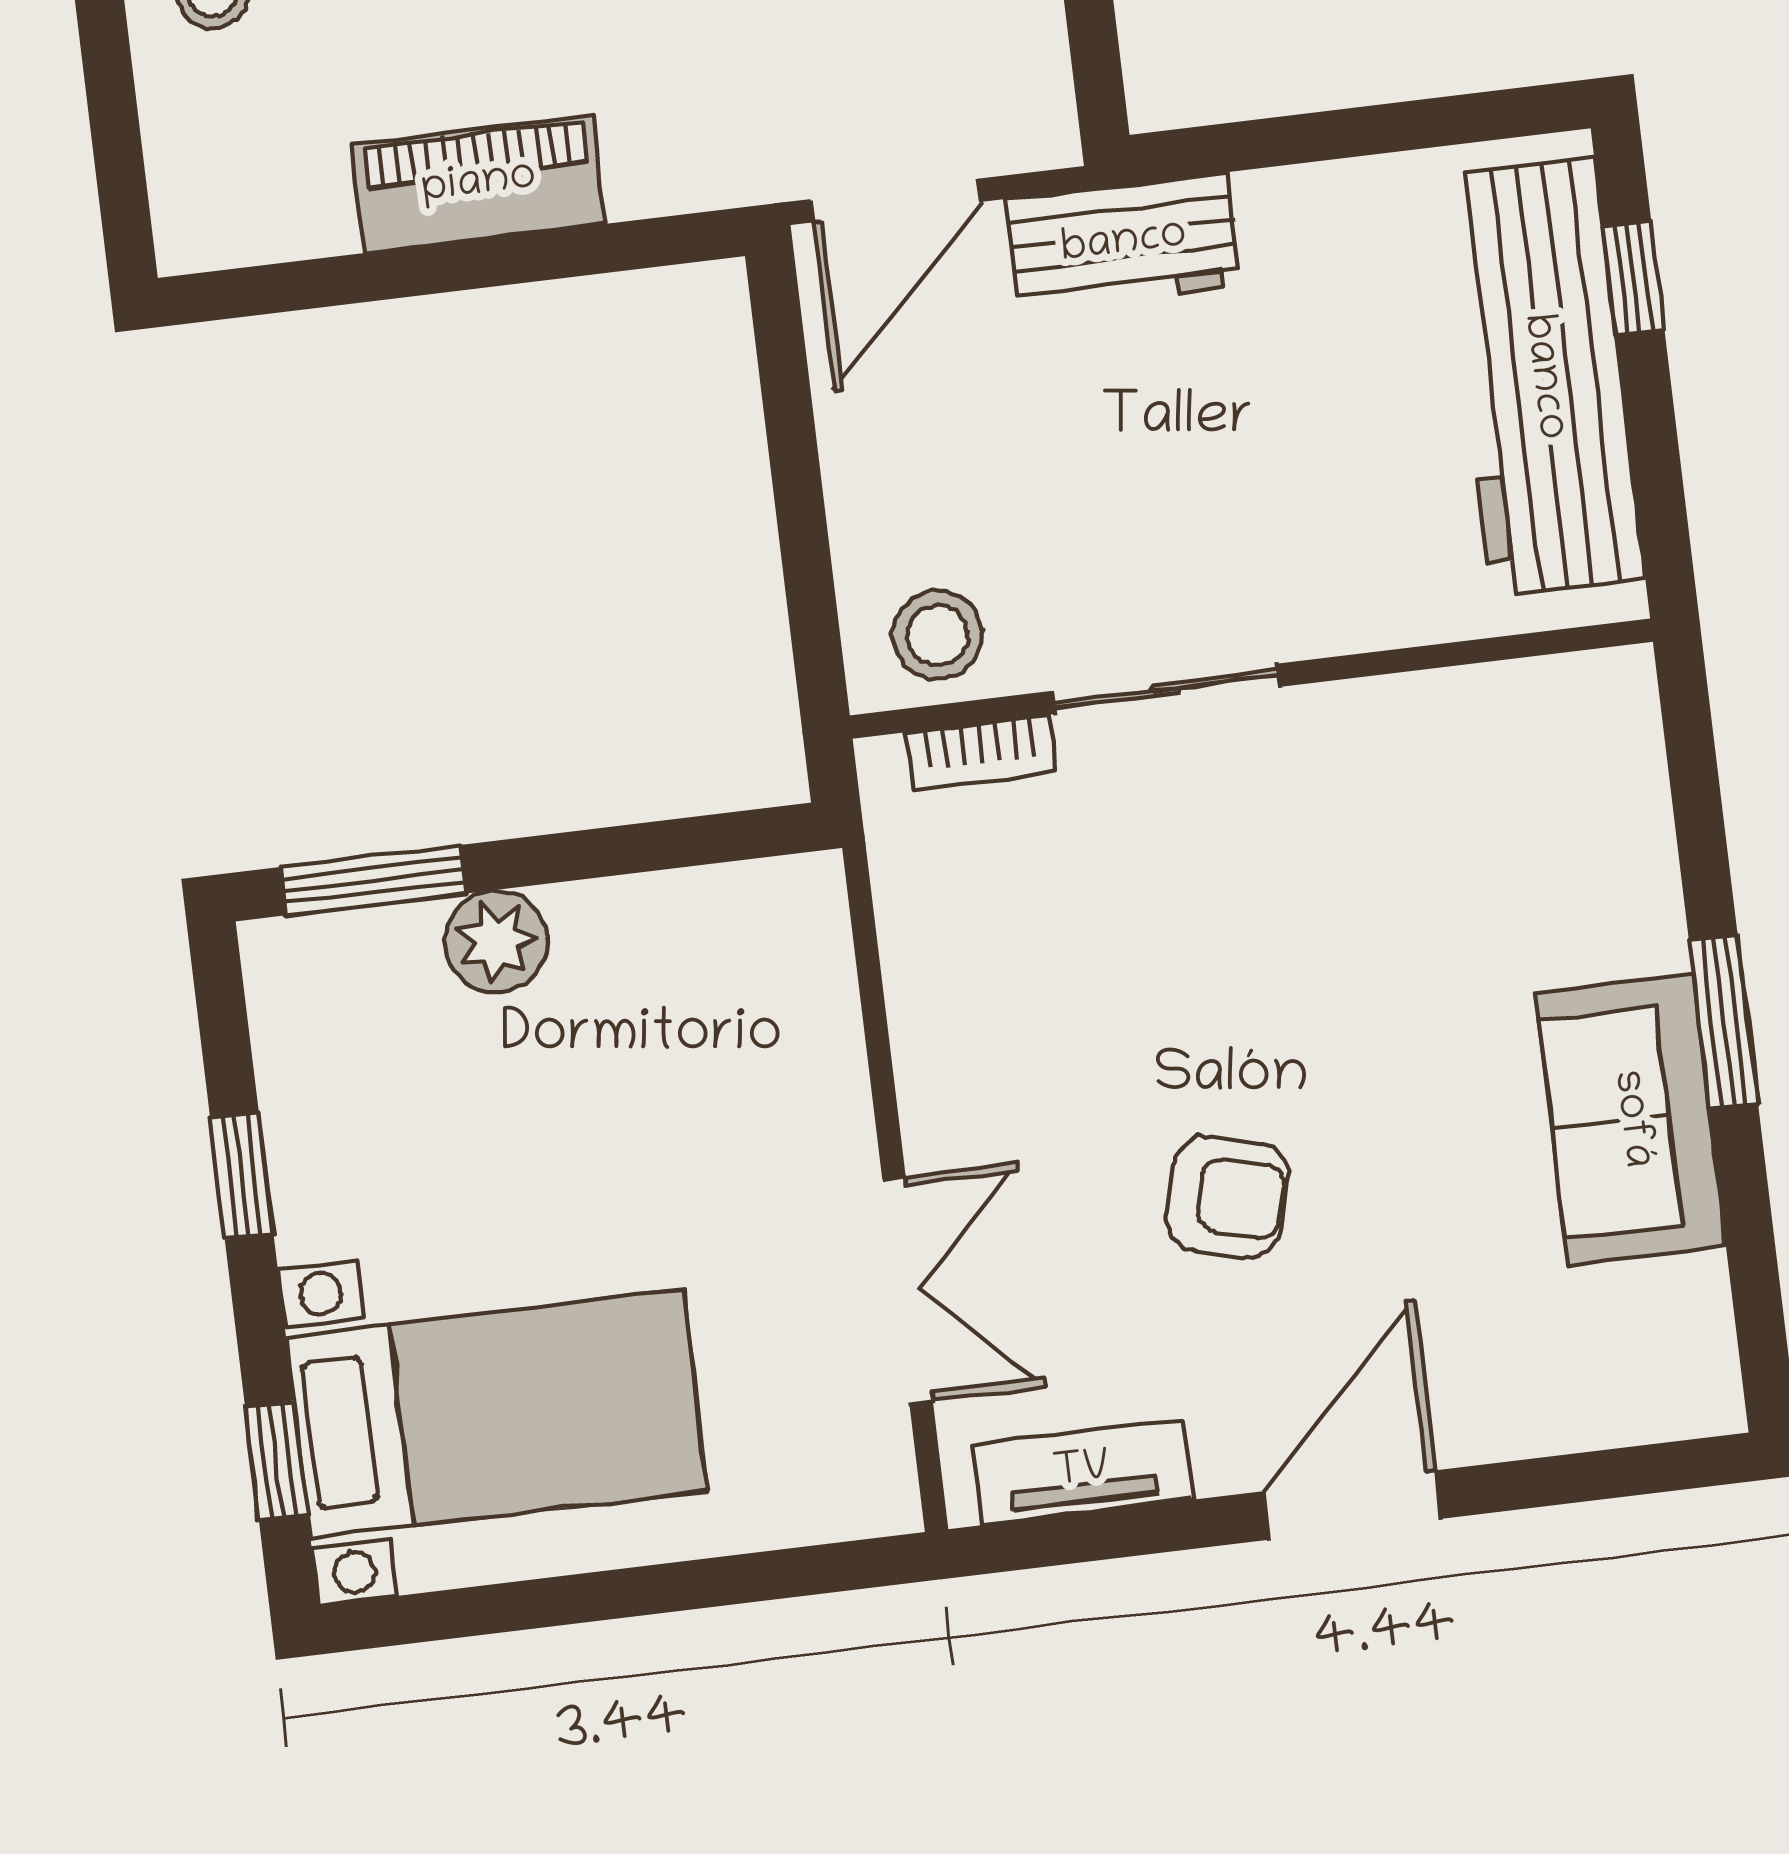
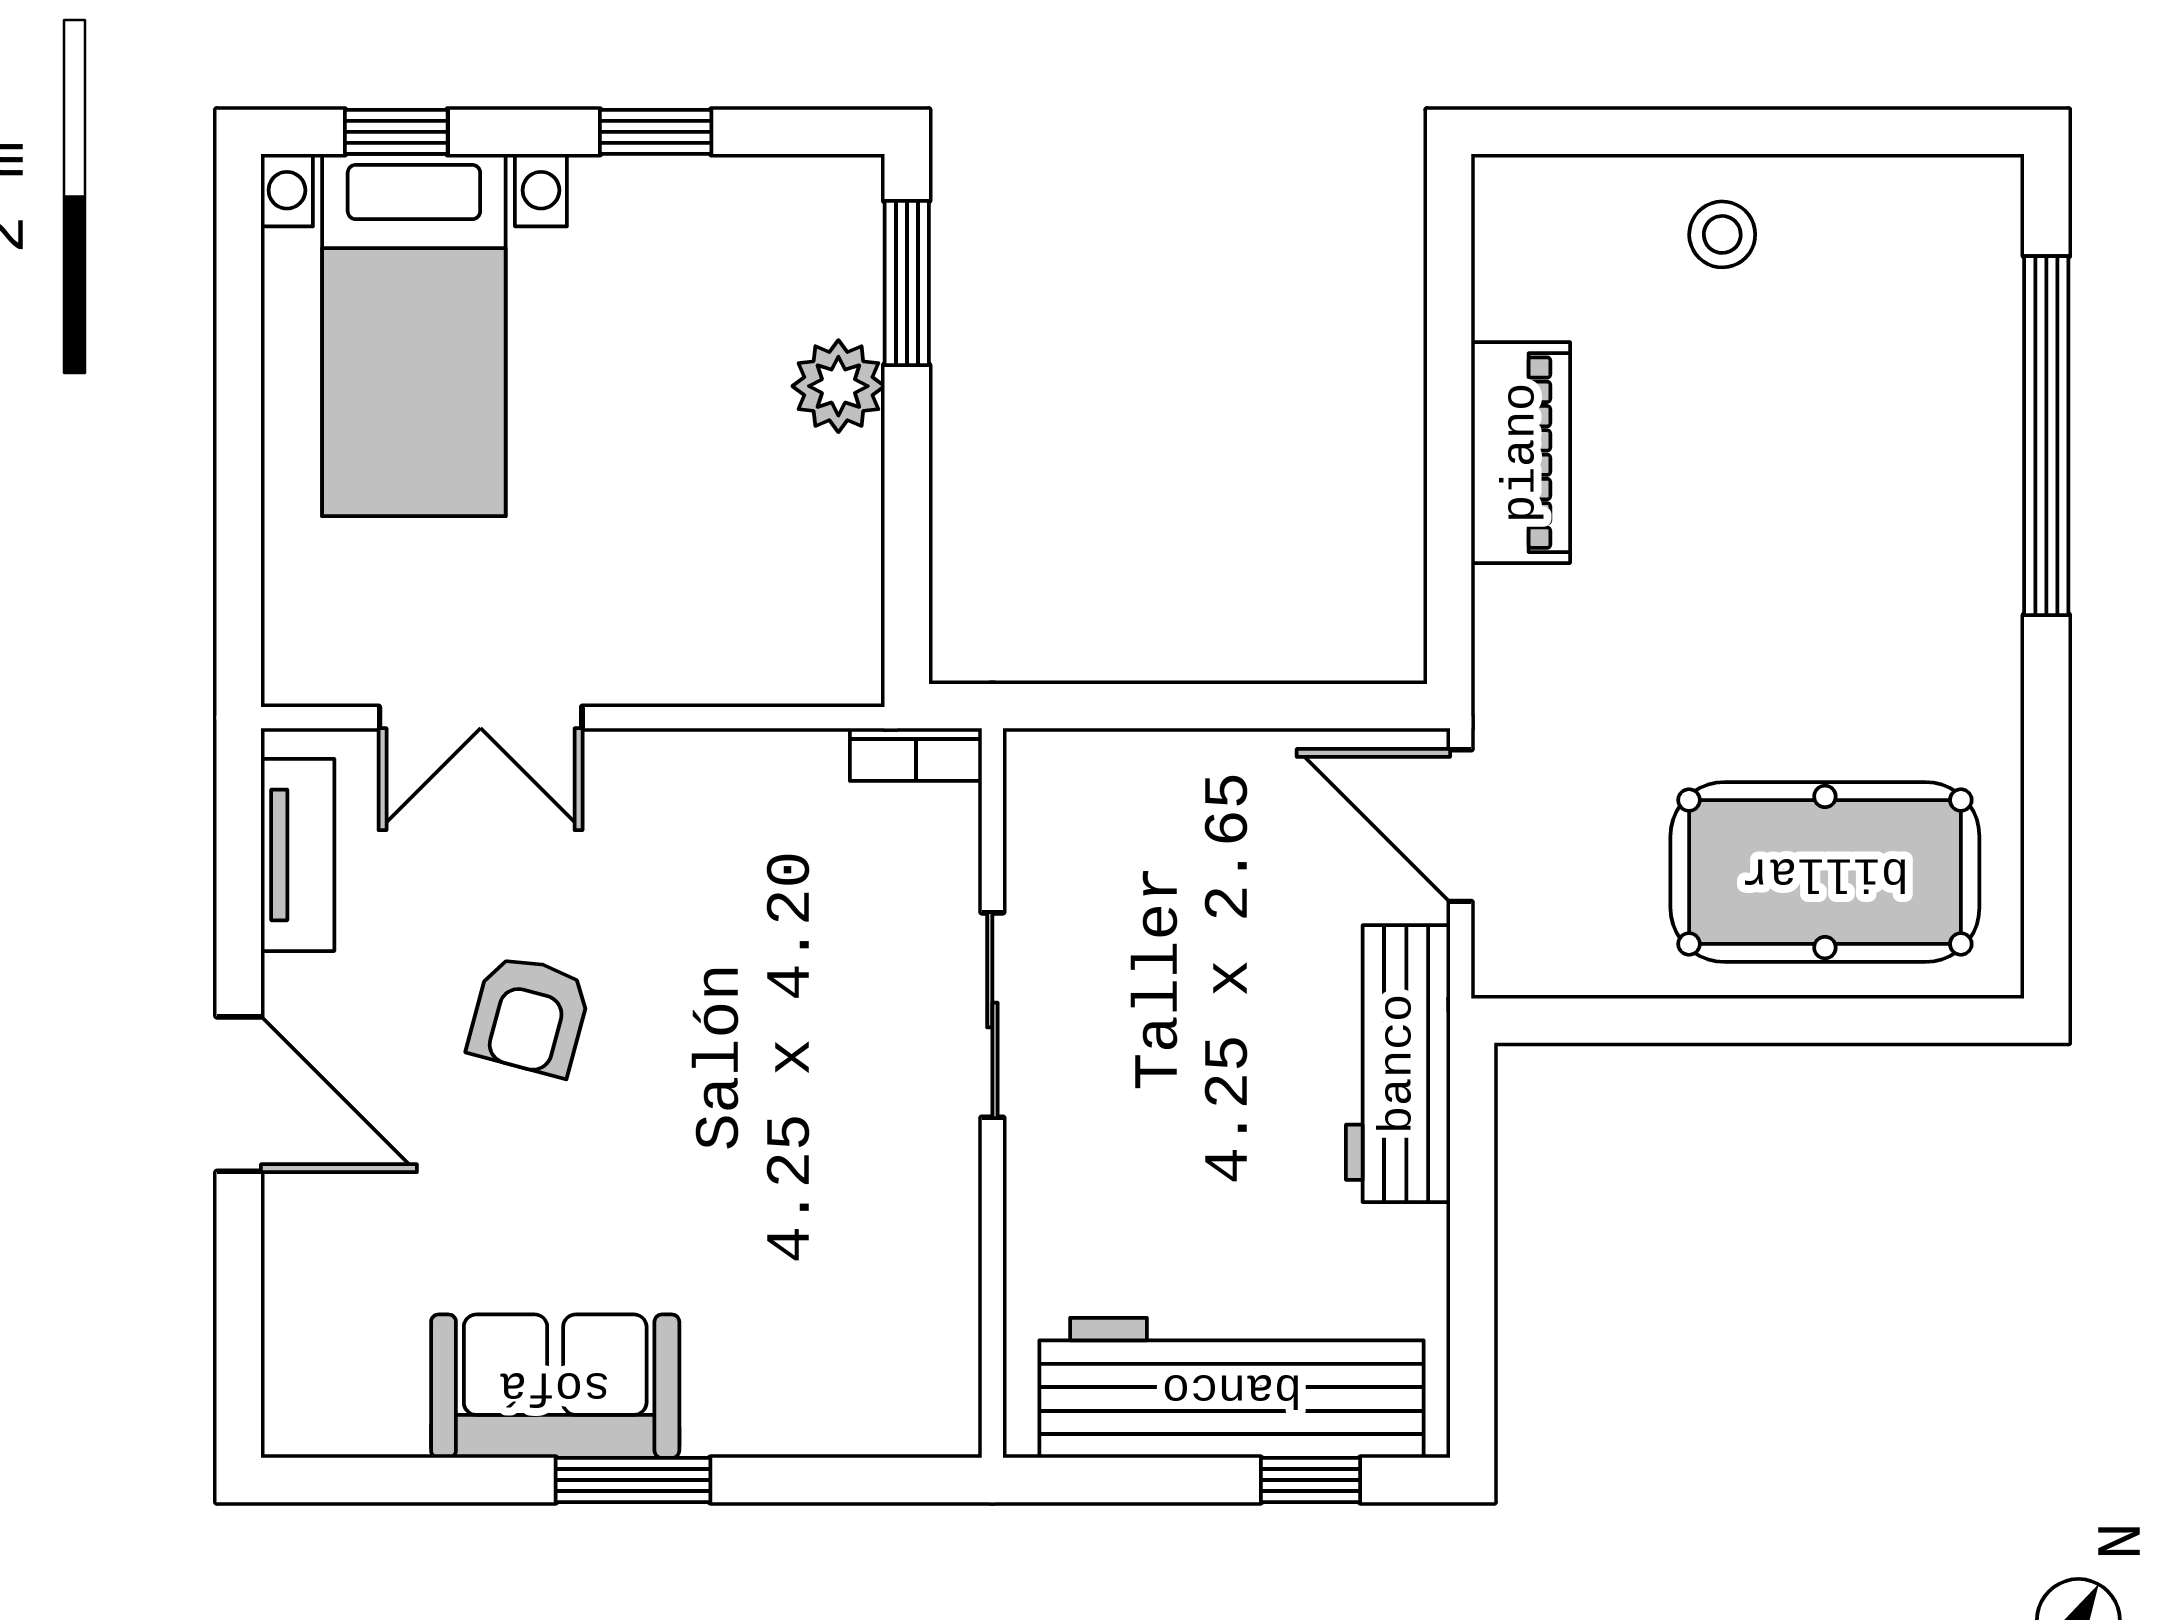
workbench: (1124, 243) -> (1398, 1064), width x1.38
stool: (937, 635) -> (1066, 816), removed
bookcase: (981, 752) -> (916, 755), moved, turned -90

